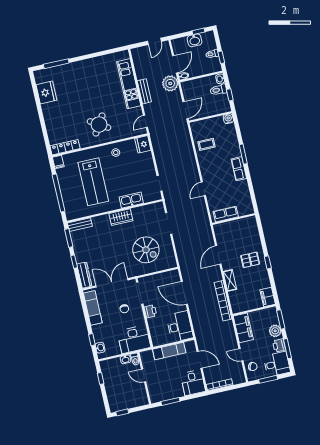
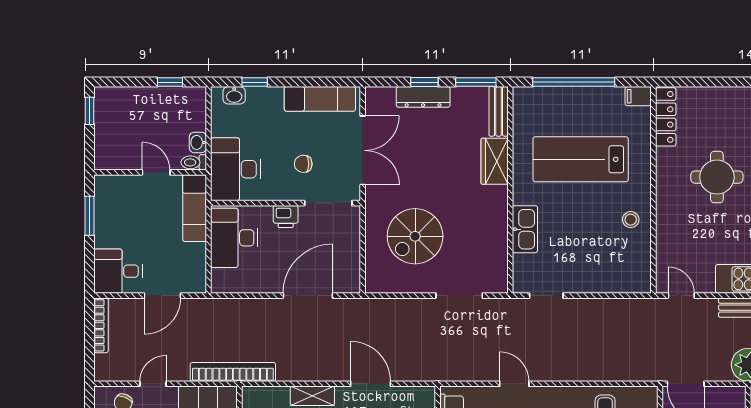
round table: (99, 125) -> (717, 177), moved, turned -32
fridge: (143, 144) -> (635, 280), removed
wardrobe: (121, 217) -> (495, 161), moved
dresser: (84, 275) -> (423, 97), moved
bookcase: (223, 301) -> (233, 372), moved
desk: (180, 326) -> (234, 238), moved, turned 90
exam couch: (169, 351) -> (195, 208), moved
door: (144, 375) -> (156, 172), hinge flipped

